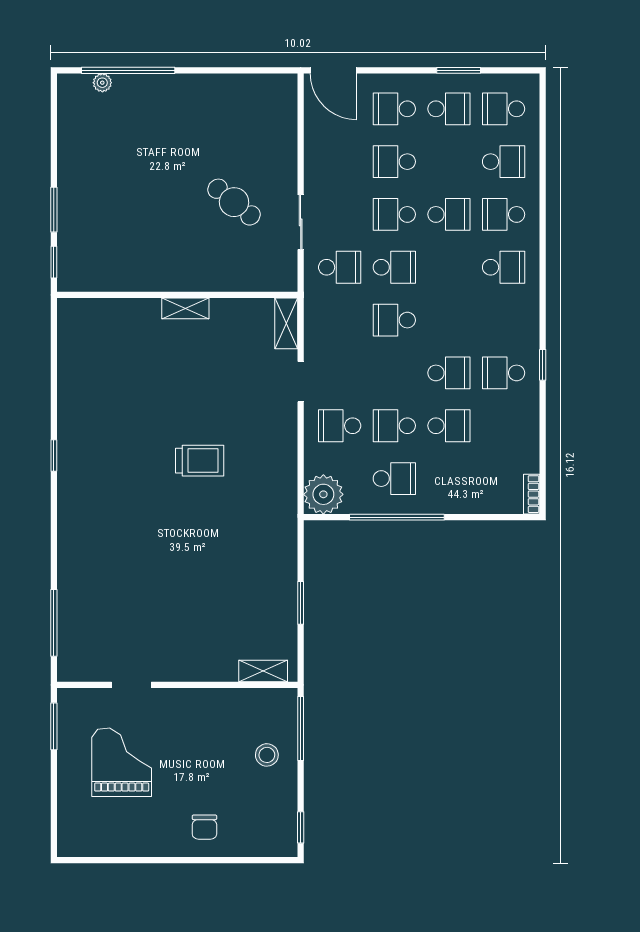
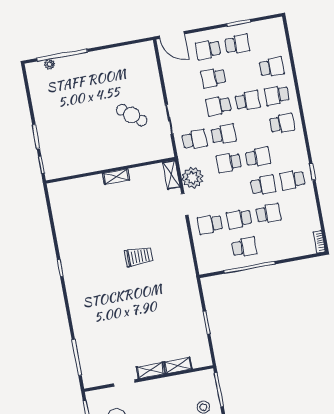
school desk: (504, 109) -> (258, 157), moved, turned 180
plant: (323, 494) -> (192, 178), moved
shelving: (183, 671) -> (151, 370), added
shelving: (263, 671) -> (178, 365), moved

